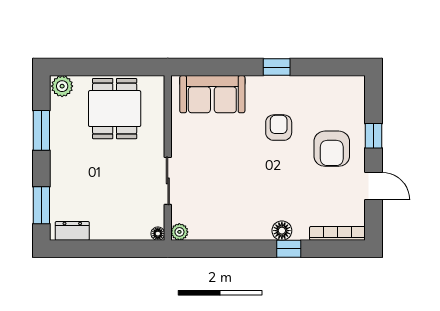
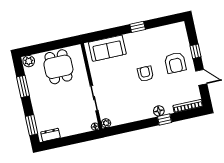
armchair: (279, 128) -> (145, 74), moved

